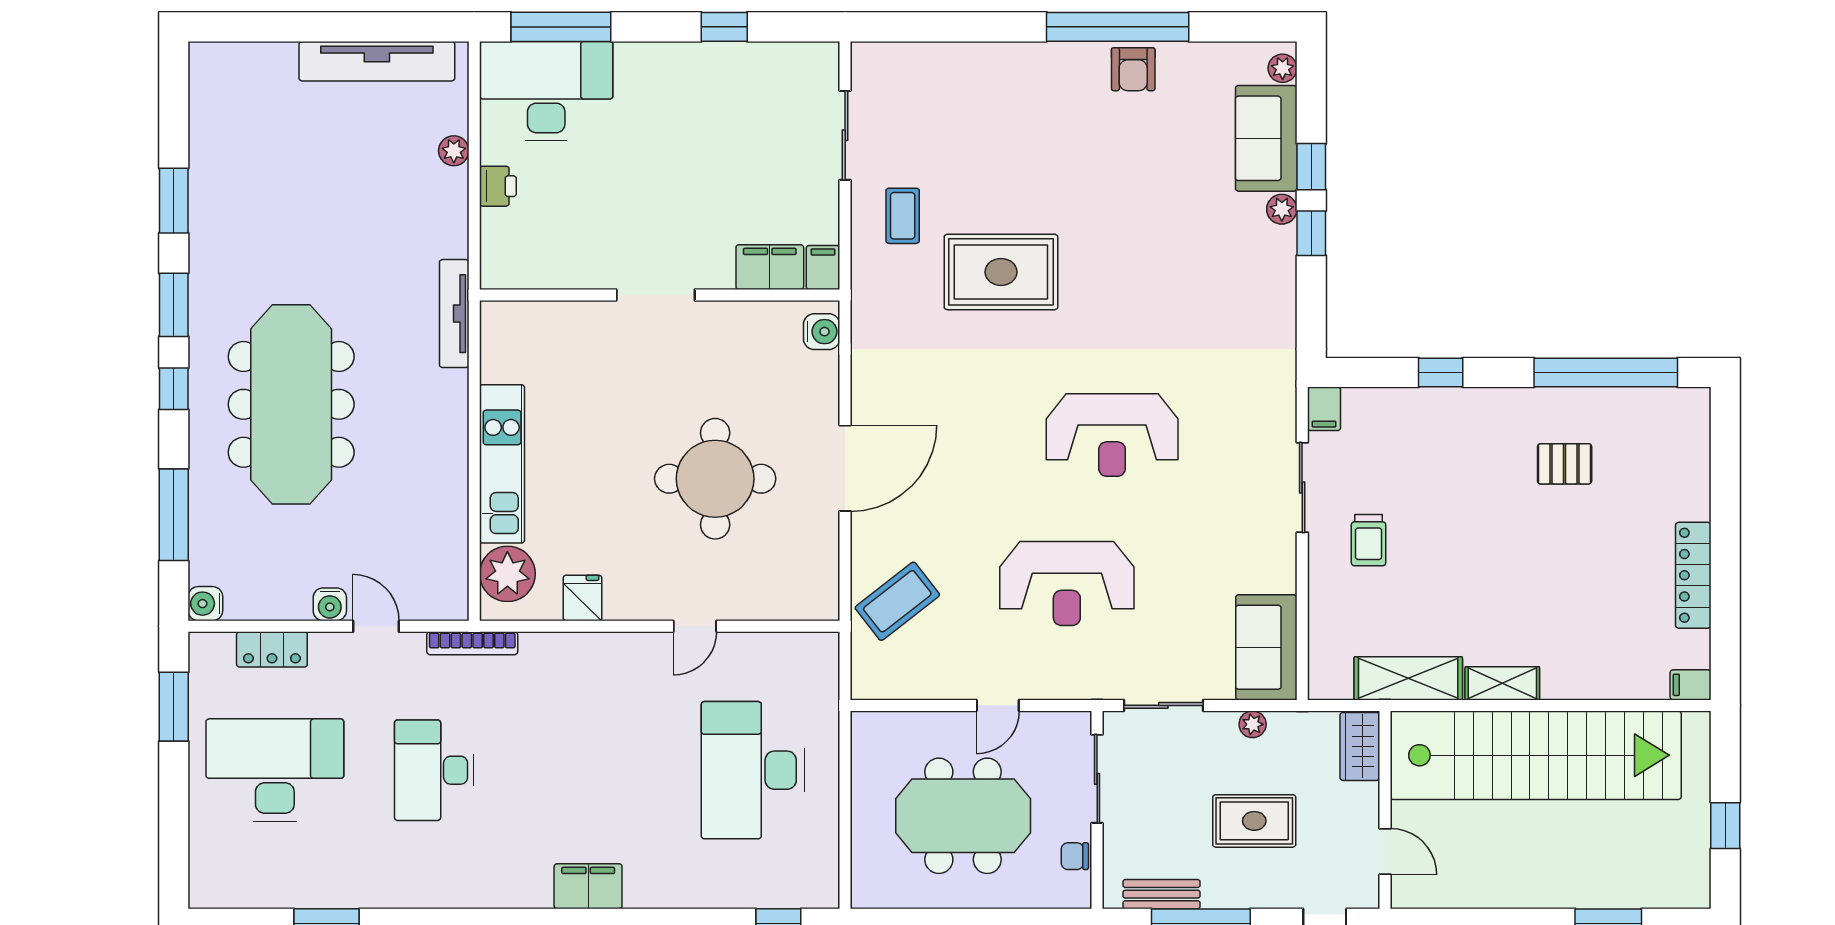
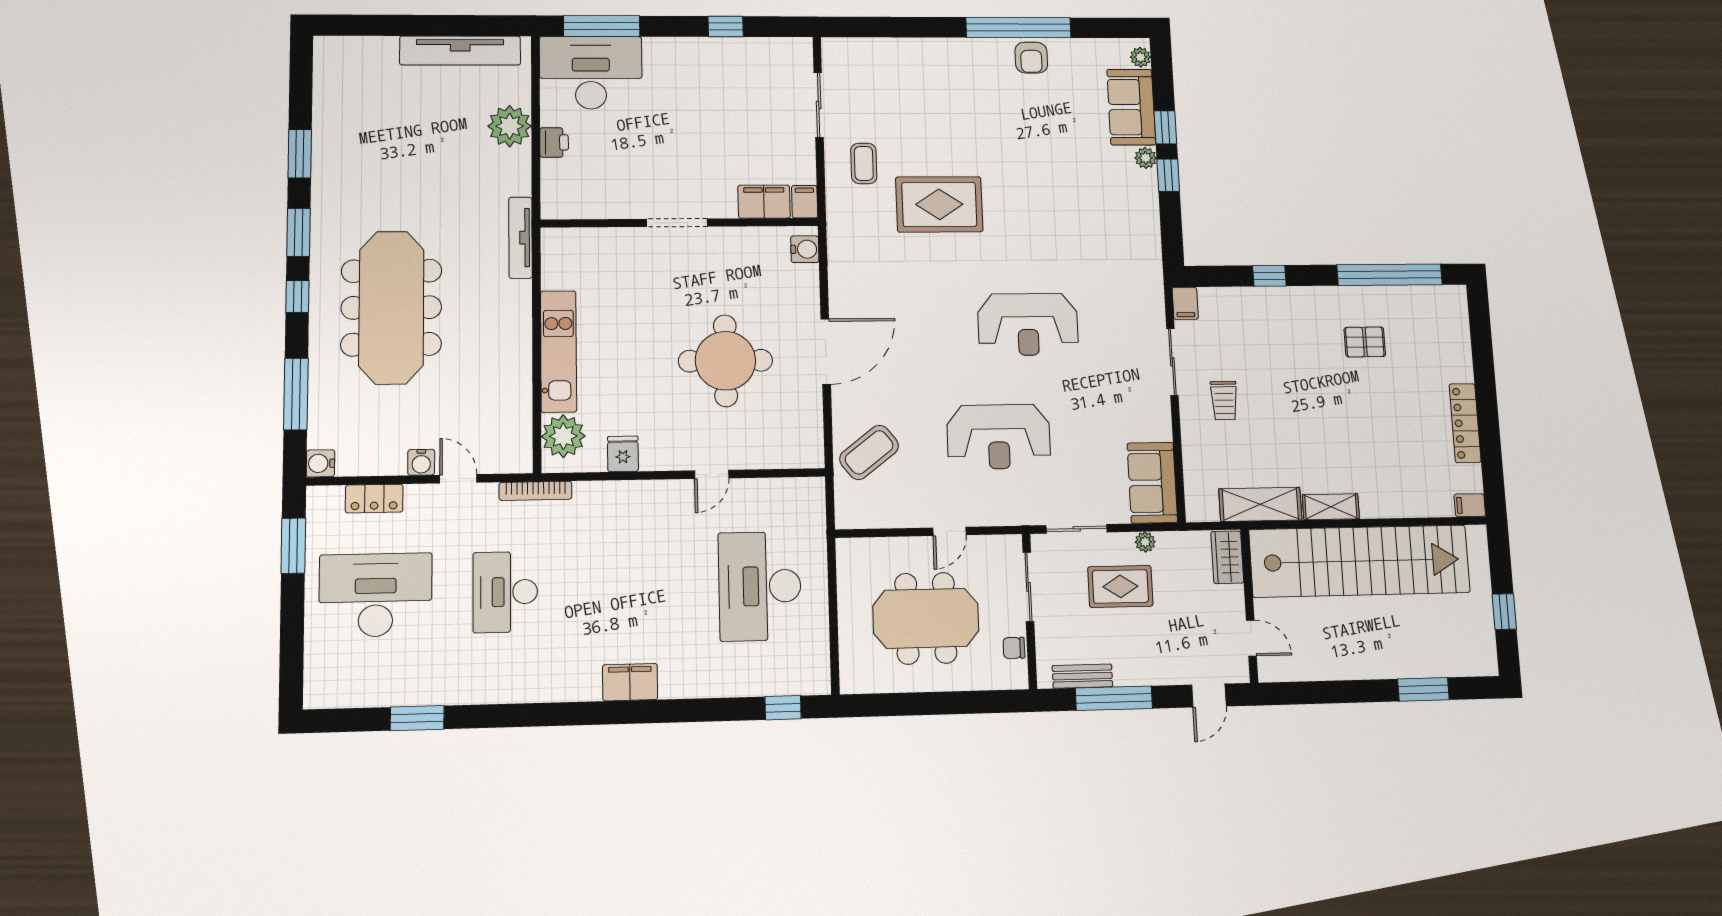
plant: (454, 151) -> (510, 126), width x1.88, depth x1.88
rug: (1254, 821) -> (1120, 586), moved

